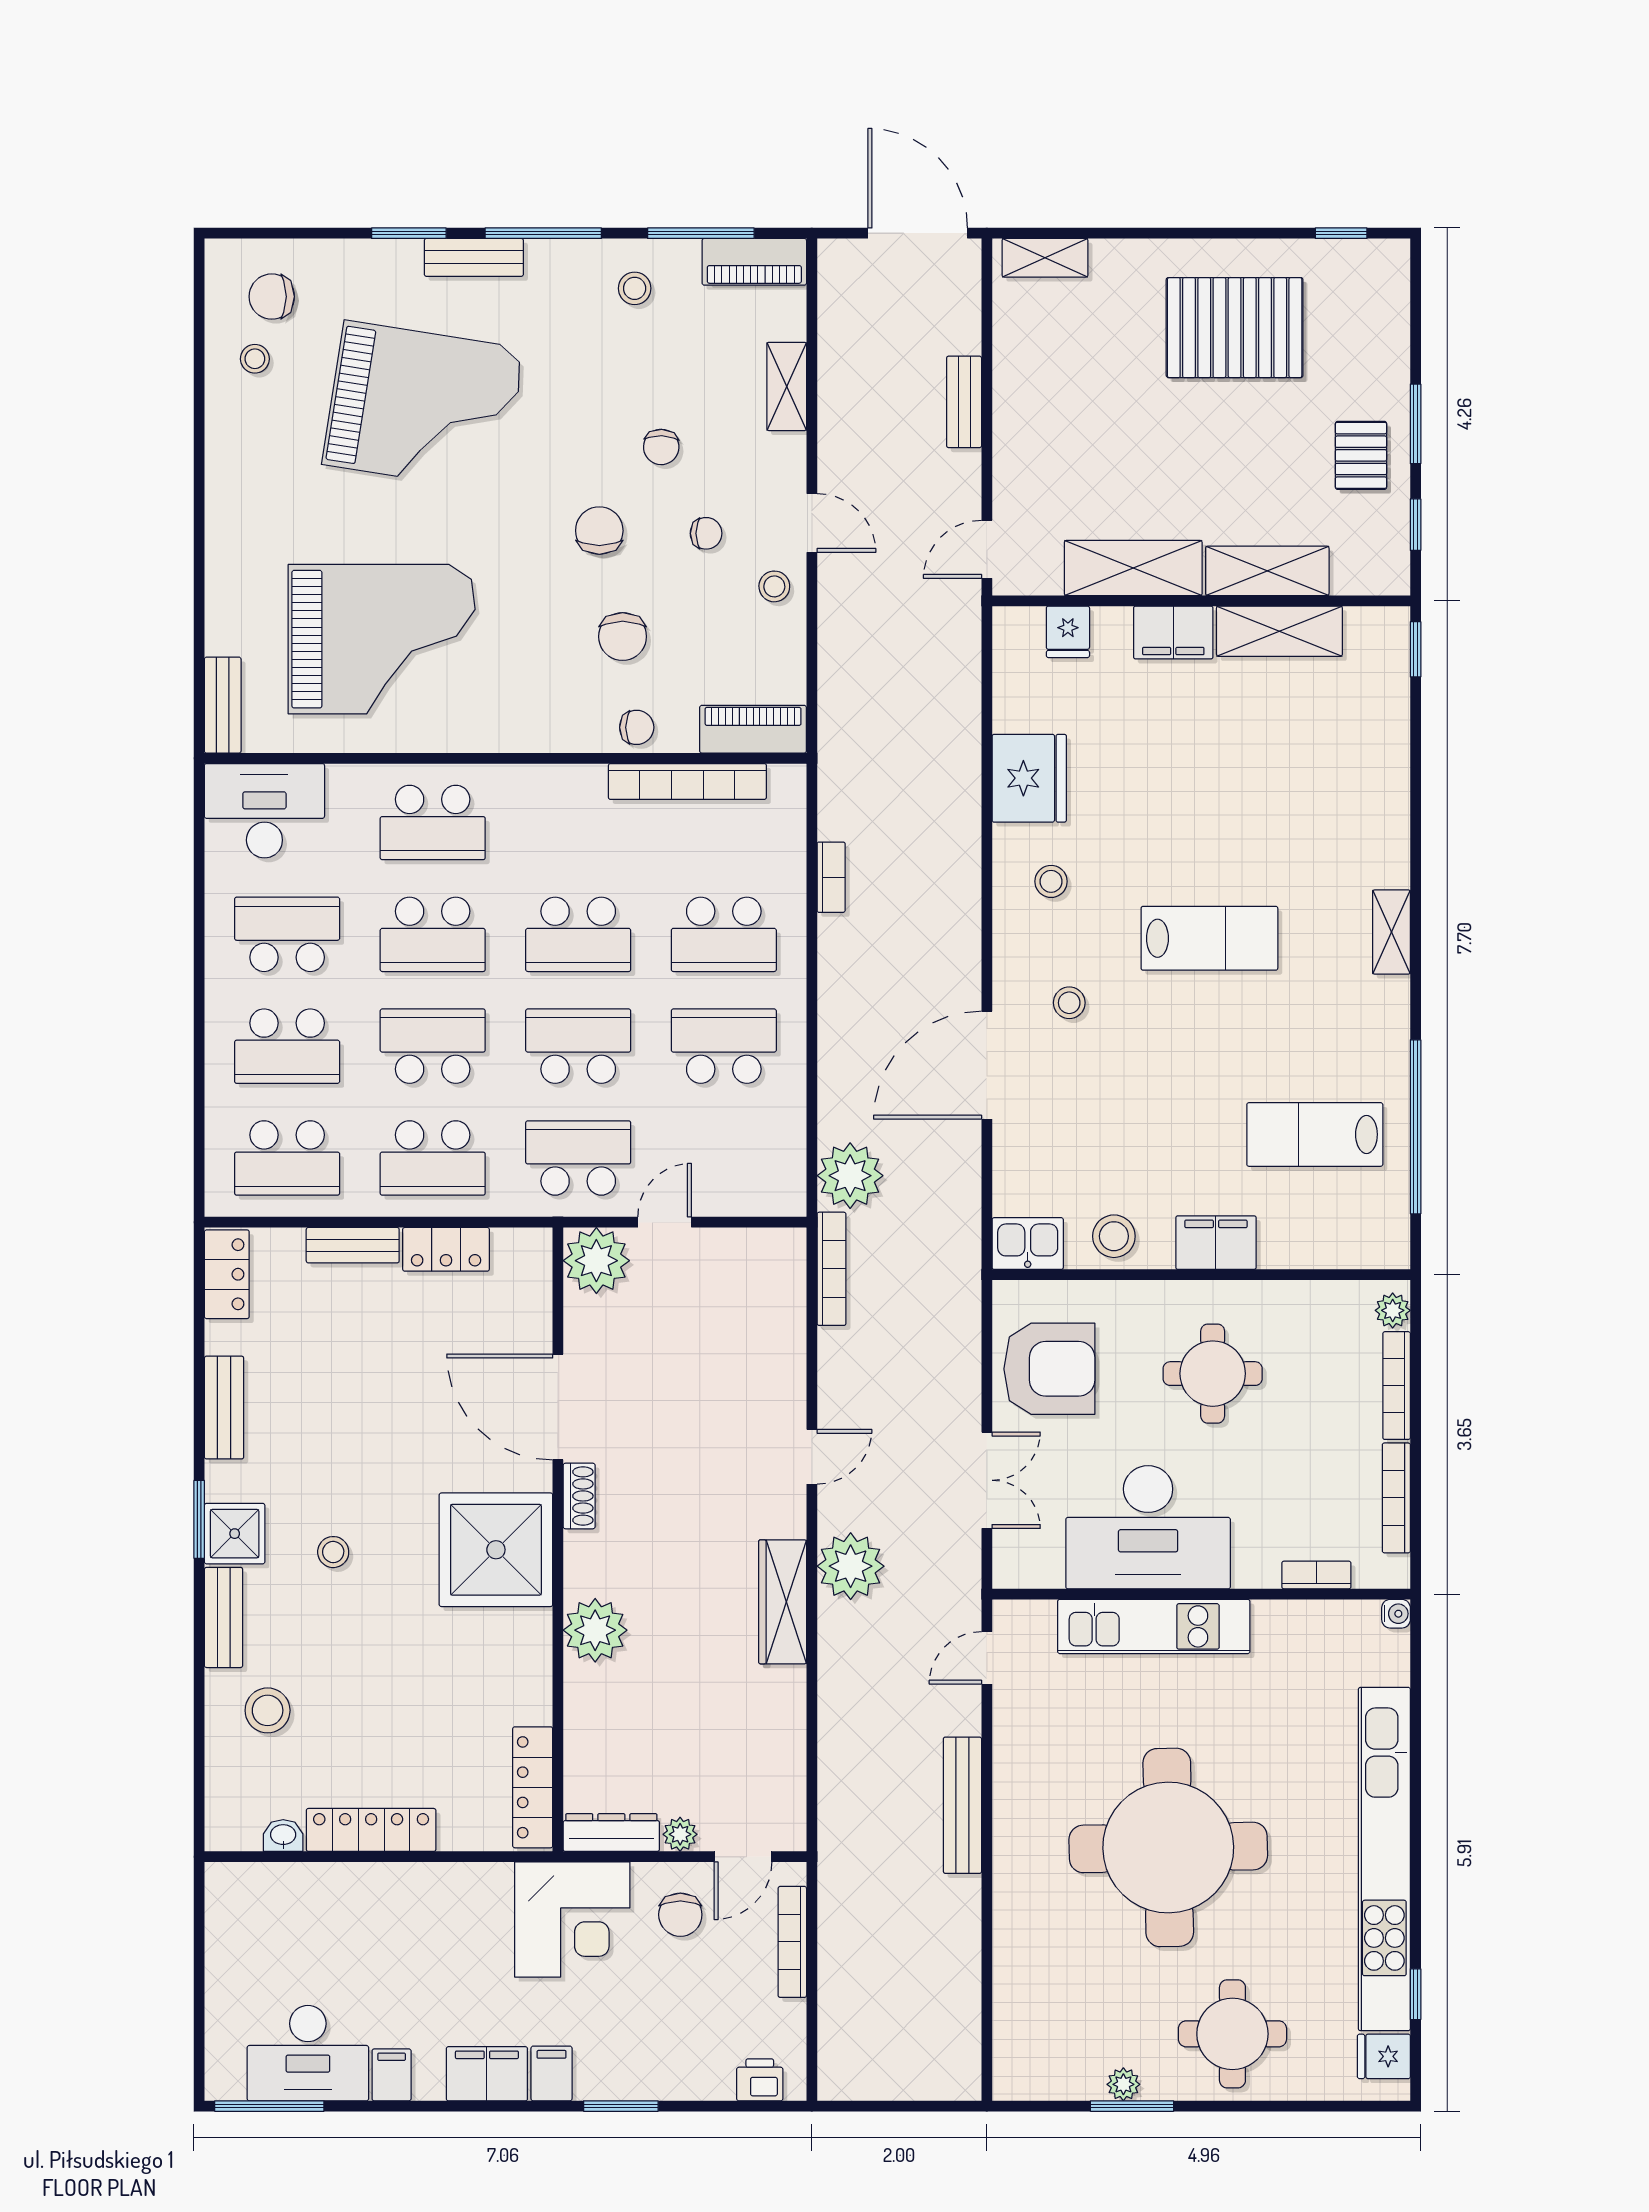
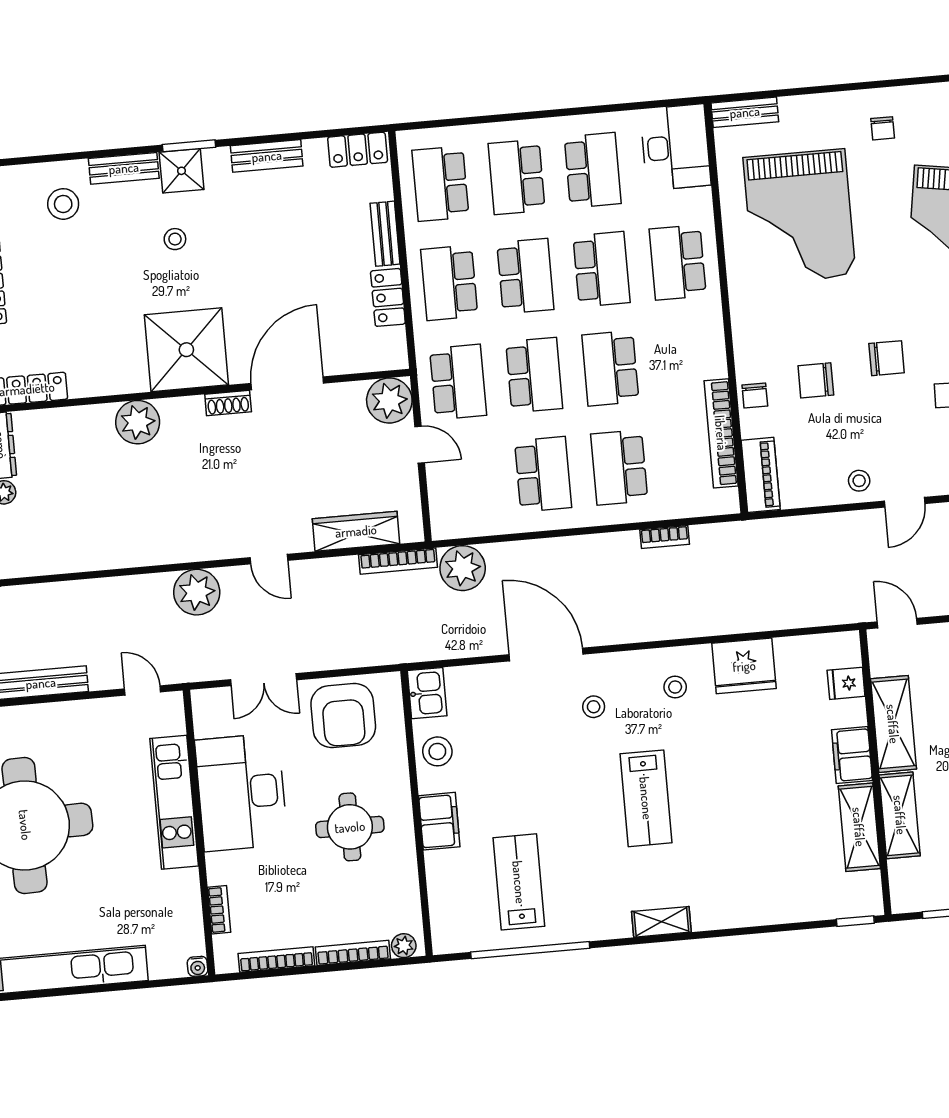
chair: (706, 533) -> (883, 128), moved
school desk: (433, 934) -> (602, 269), turned 180
wardrobe: (783, 1602) -> (356, 531), moved

